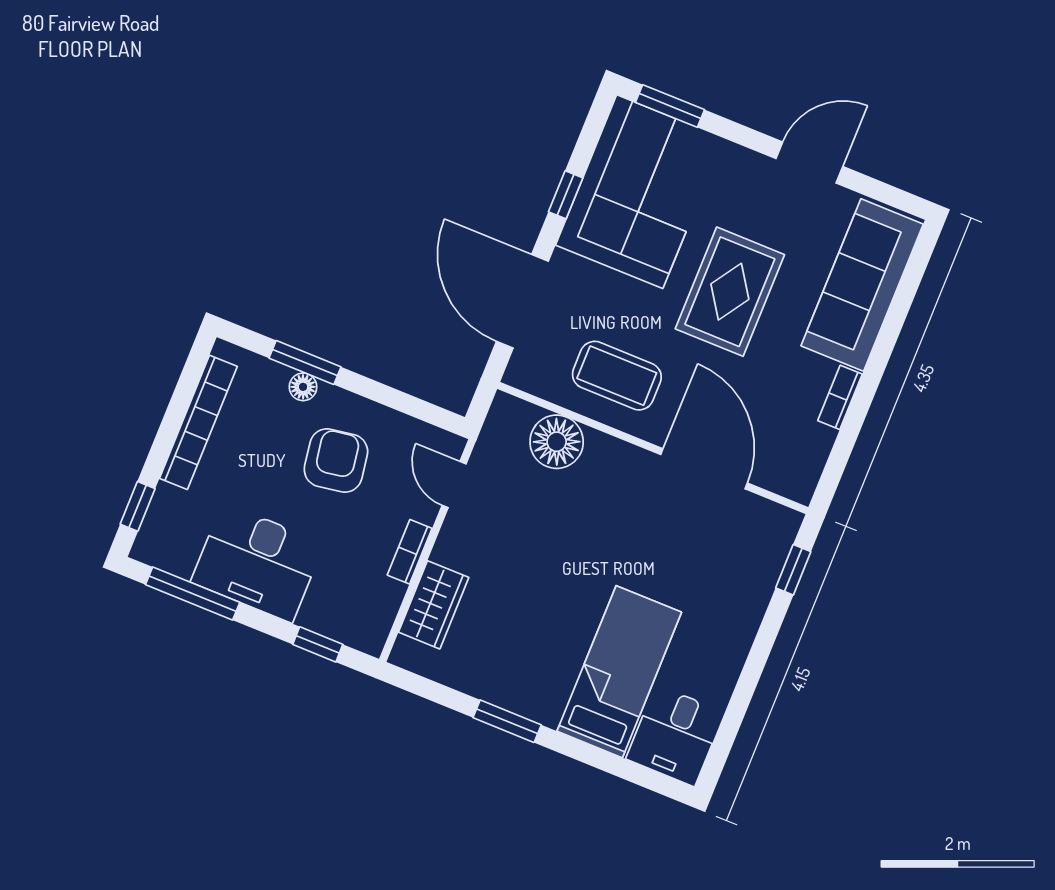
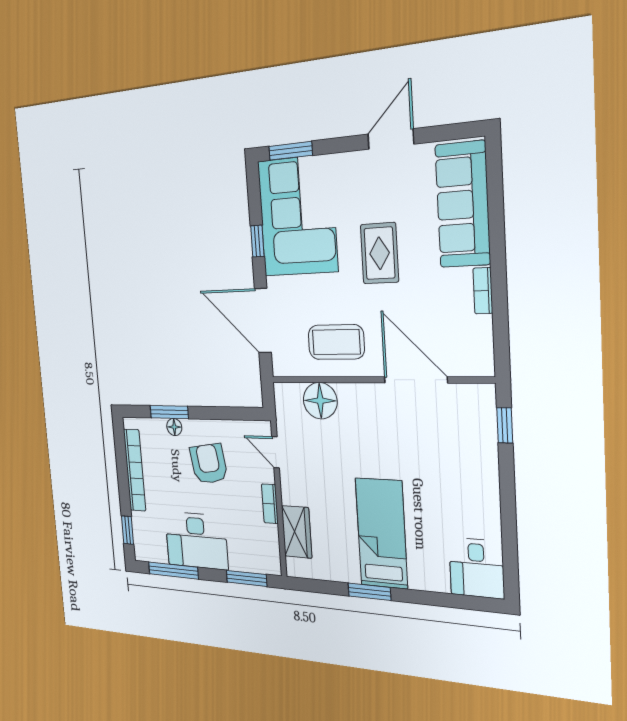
rug: (730, 292) -> (380, 253), width x0.73, depth x0.70
window: (318, 644) -> (247, 578), width x1.50
bed: (619, 672) -> (381, 533), moved

